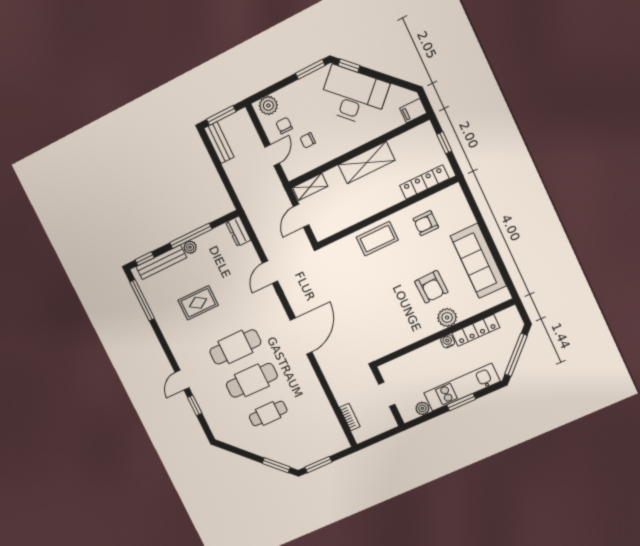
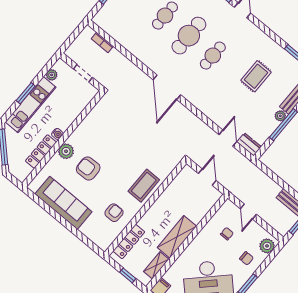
chair: (284, 126) -> (247, 258), moved
shelving: (310, 187) -> (156, 265), moved
door: (270, 272) -> (228, 138), moved
cafe table: (235, 347) -> (213, 56), width x0.73, depth x0.74

